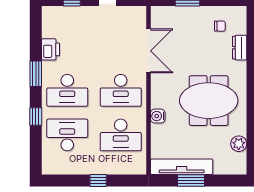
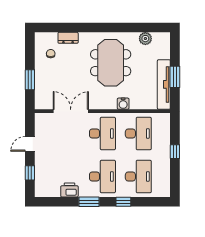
desk: (67, 135) -> (138, 176), turned 180

